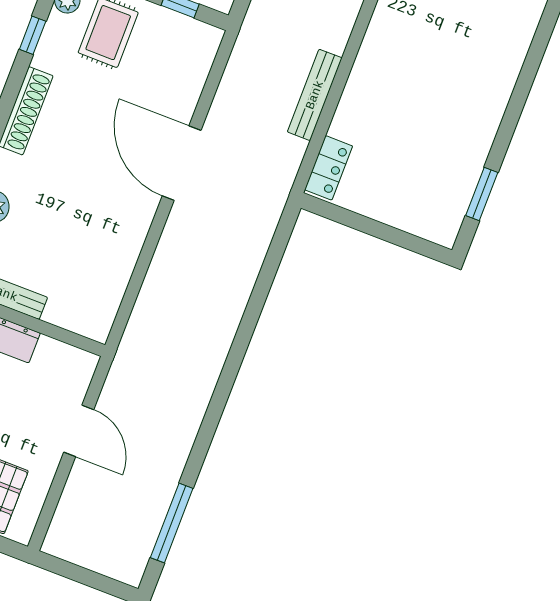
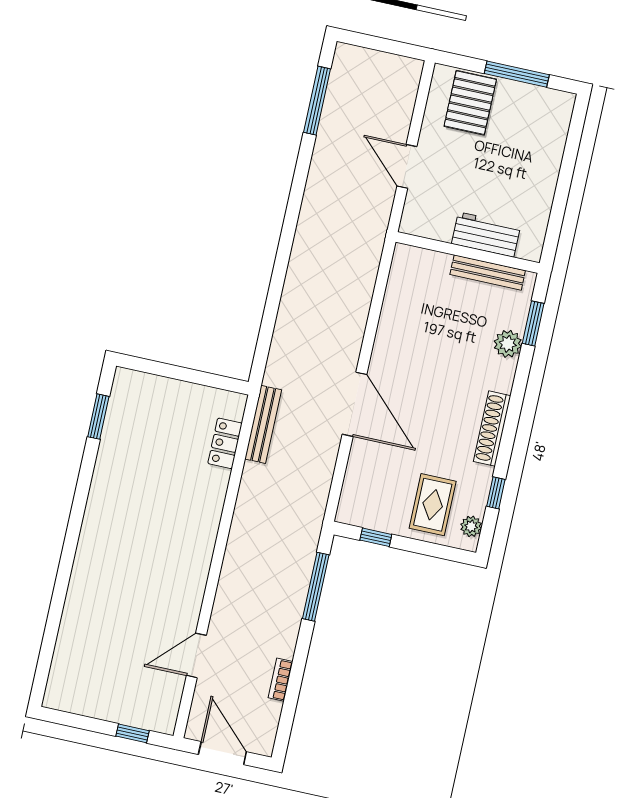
bench: (315, 95) -> (263, 424), moved
locker: (329, 168) -> (225, 443), moved

